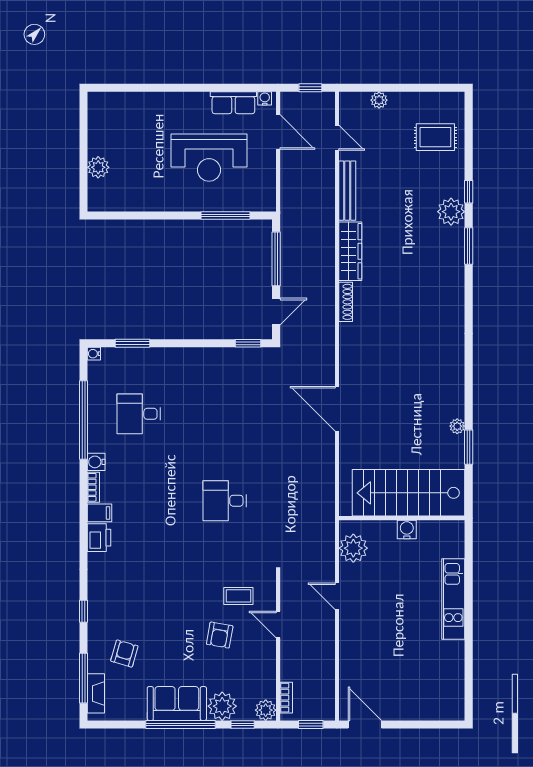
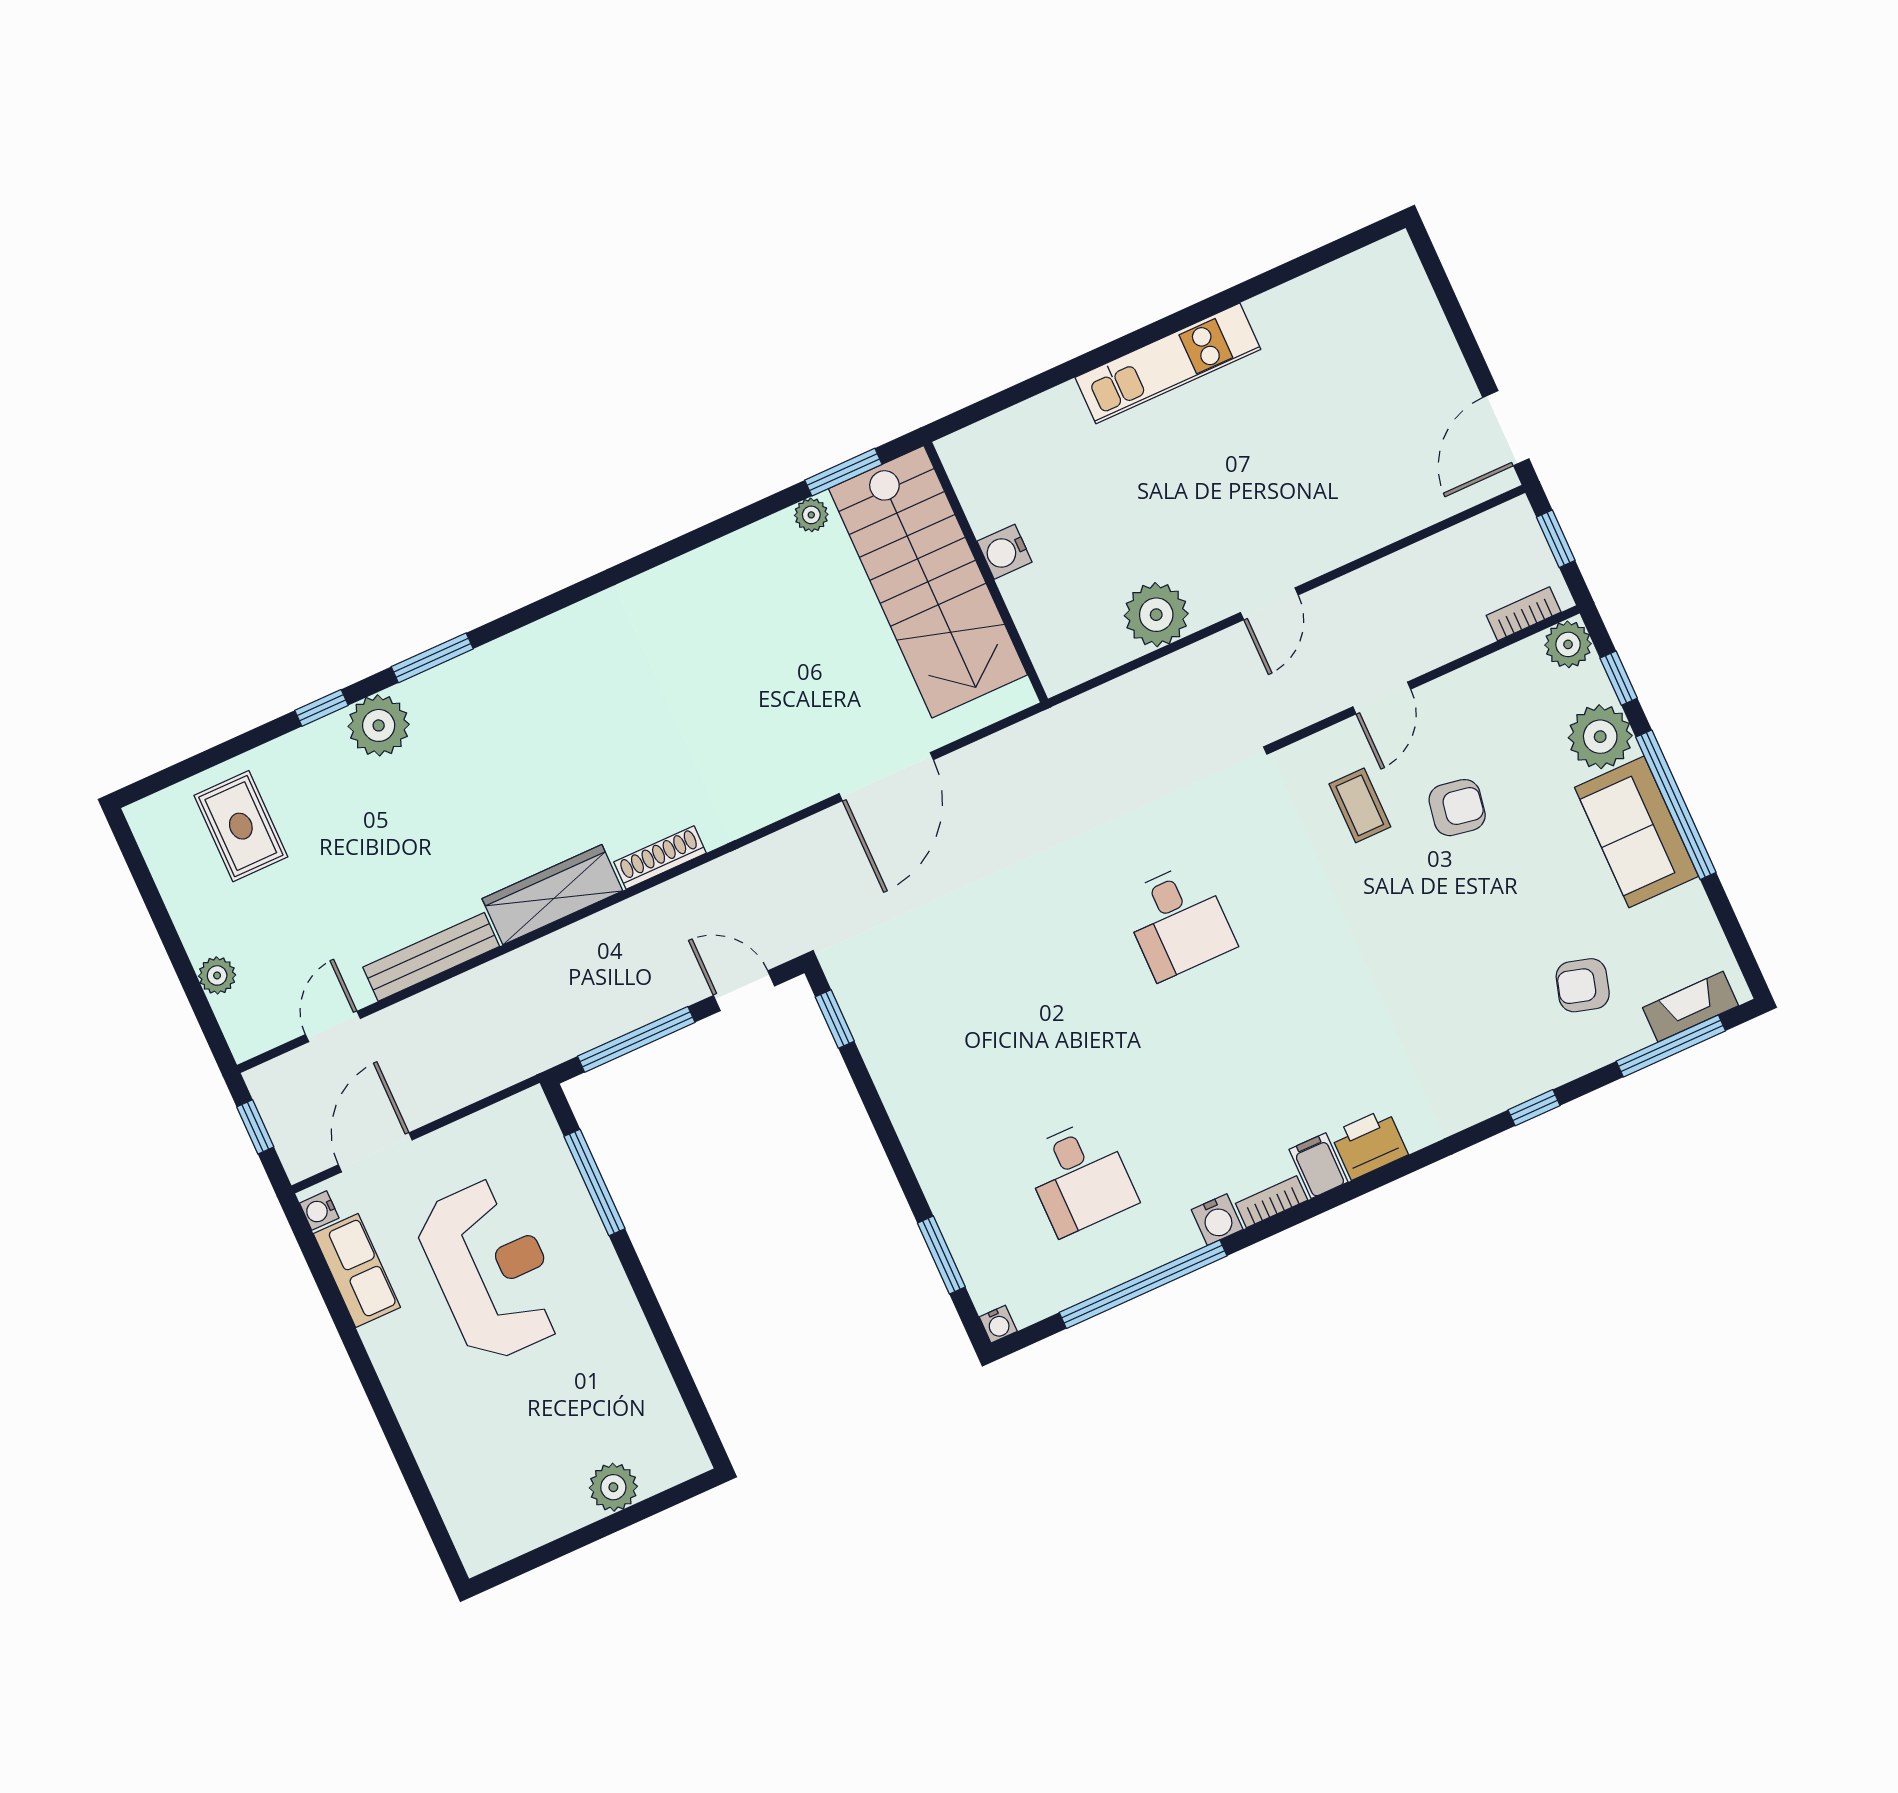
stairs: (409, 493) -> (928, 582), moved
wall: (402, 518) -> (986, 572), moved
water cooler: (407, 529) -> (1004, 552), moved

